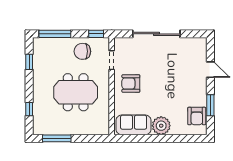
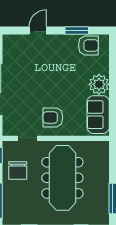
armchair: (131, 83) -> (53, 117), turned 90
meeting table: (76, 92) -> (62, 178), width x1.36

